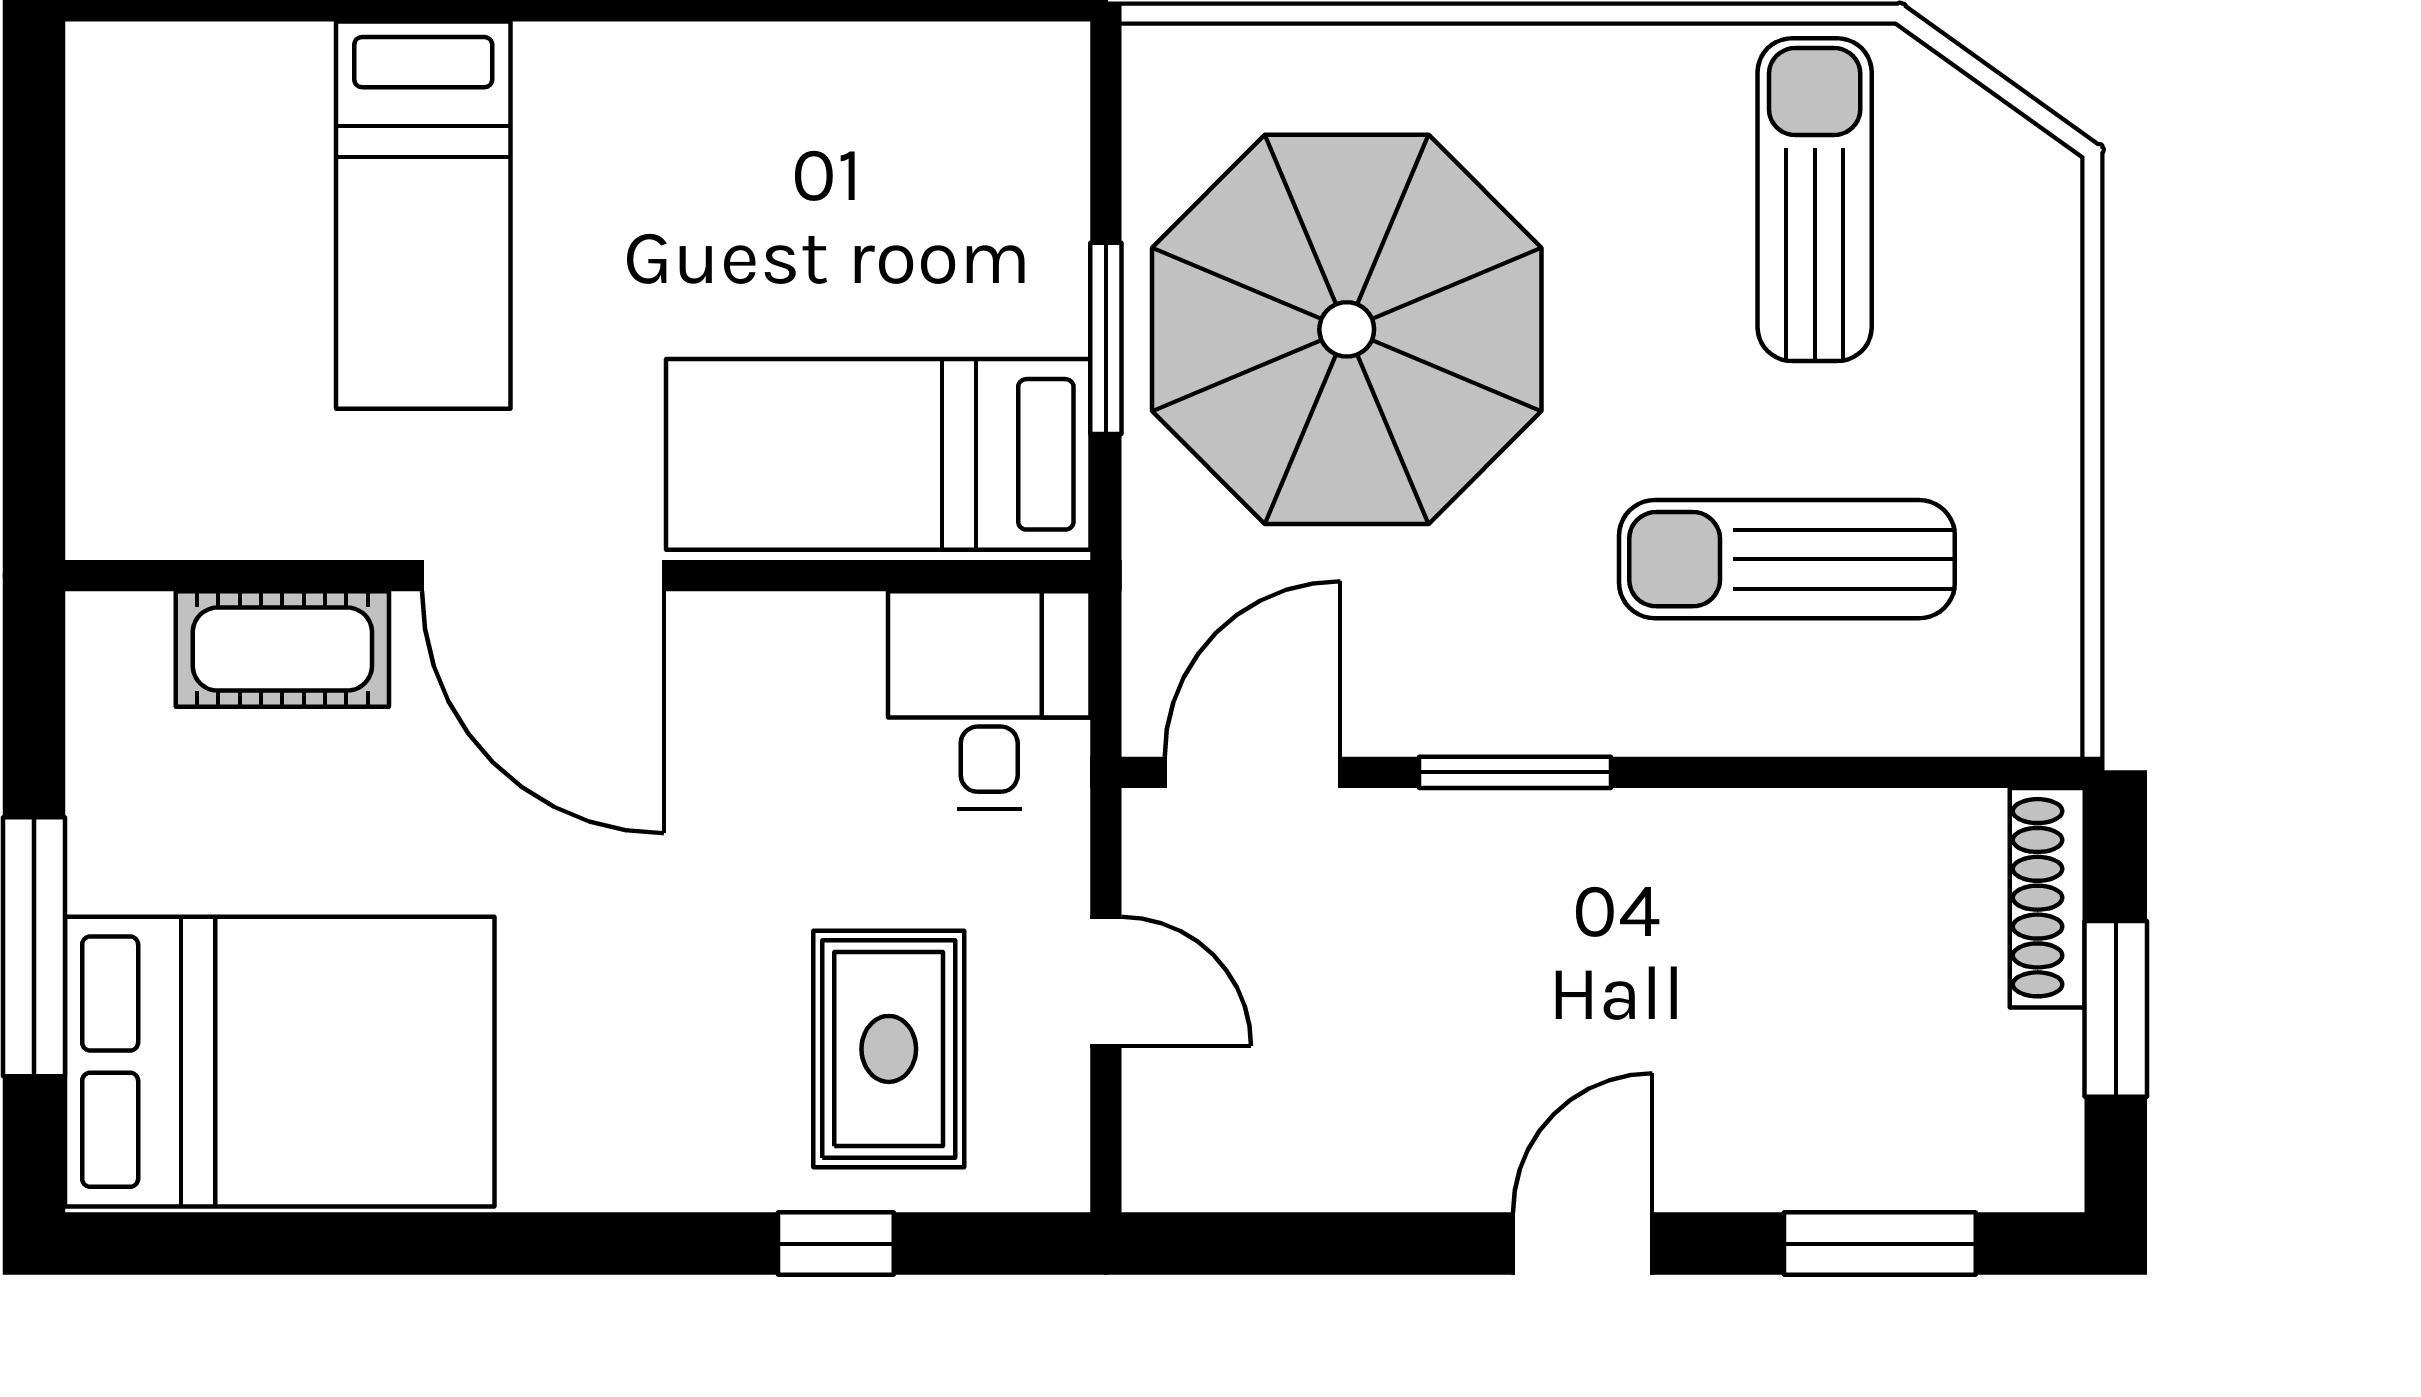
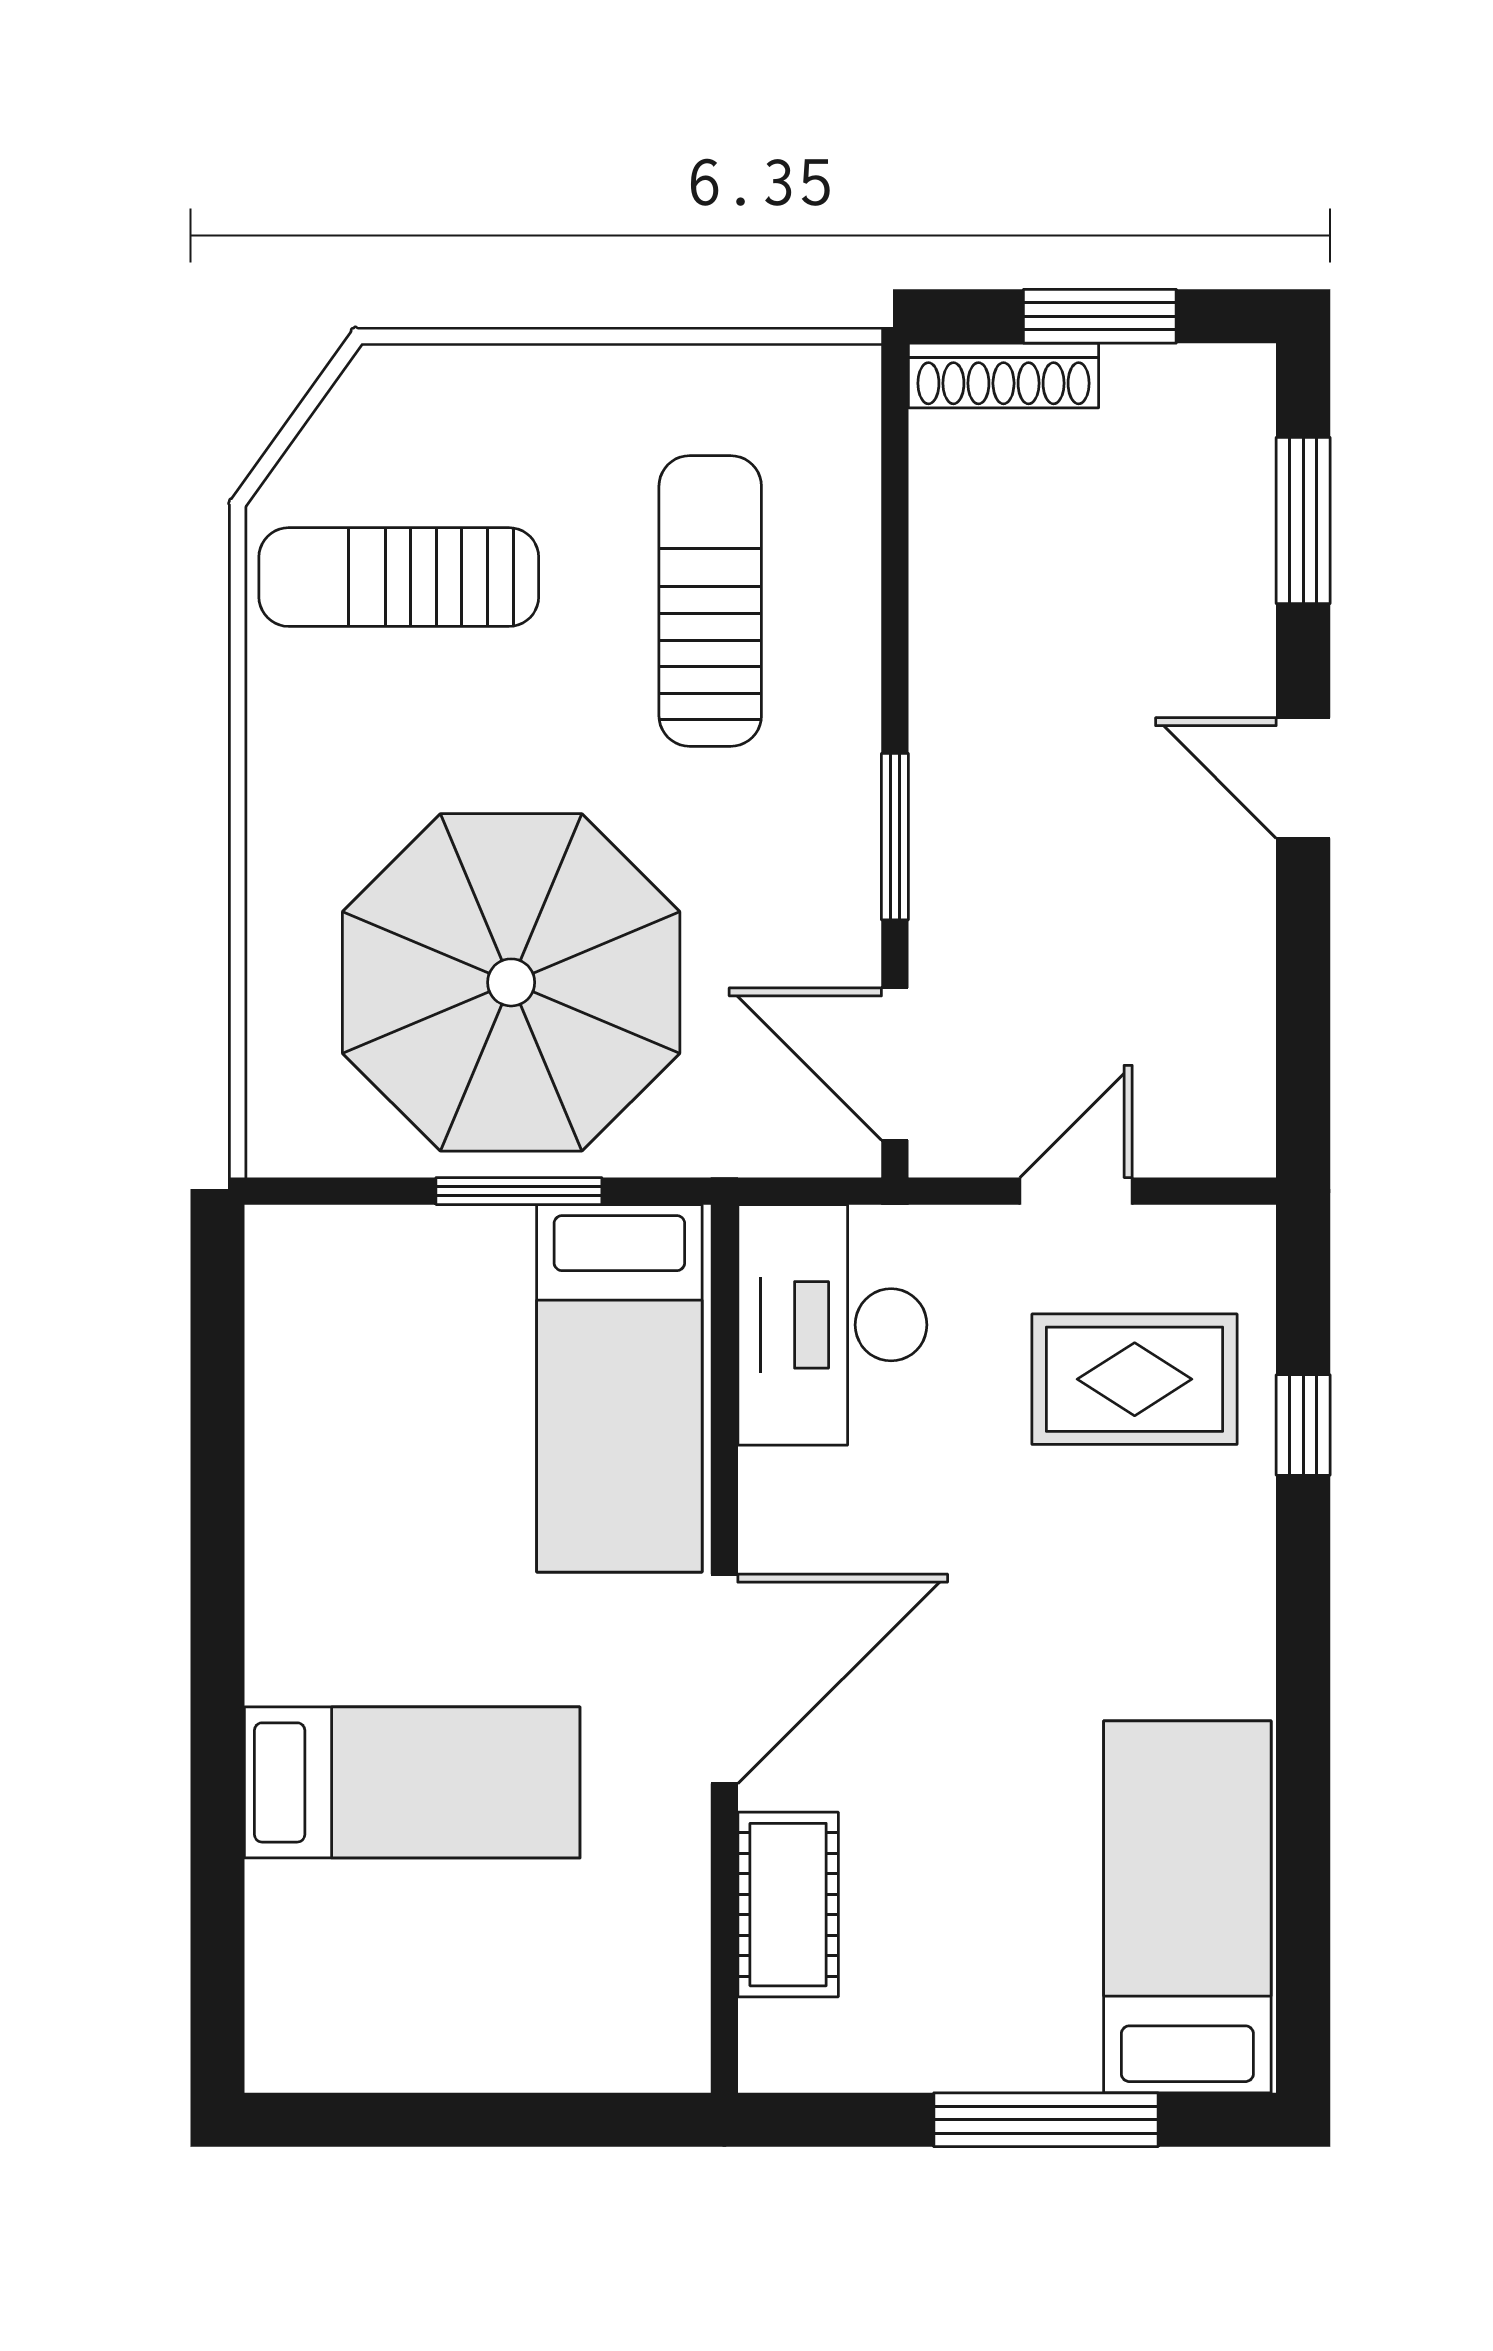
sun lounger: (1787, 559) -> (710, 601), turned 180
desk: (989, 700) -> (832, 1325), width x1.37
bed: (280, 1062) -> (1187, 1907), width x0.67

